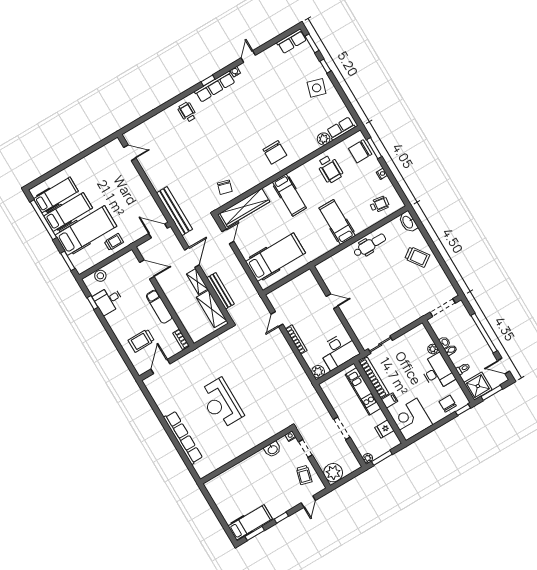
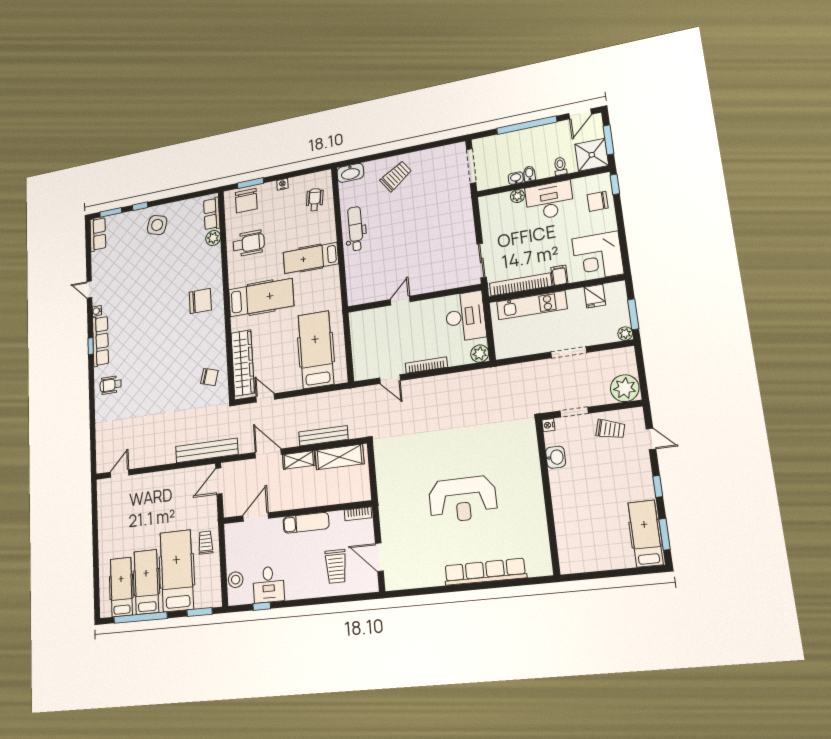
hospital bed: (289, 195) -> (261, 298), width x1.37, depth x1.29

